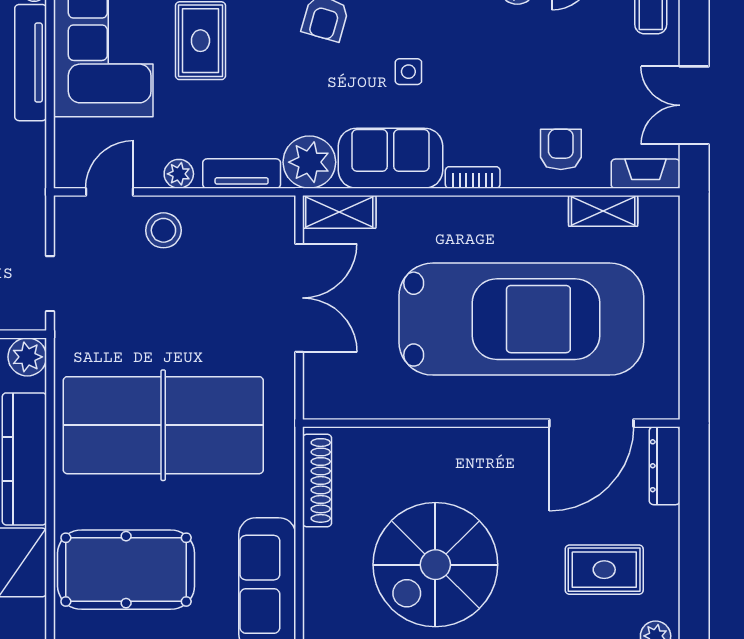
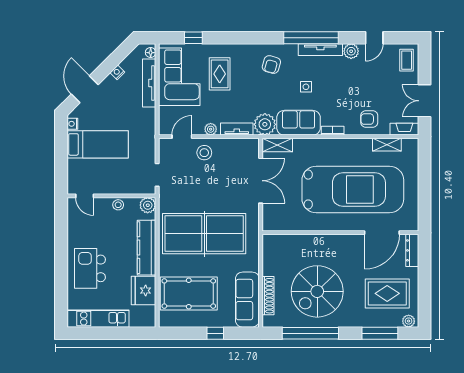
armchair: (561, 149) -> (369, 119), turned -90
shoe rack: (317, 480) -> (268, 296), moved
rug: (604, 570) -> (387, 293), width x1.36, depth x1.43

